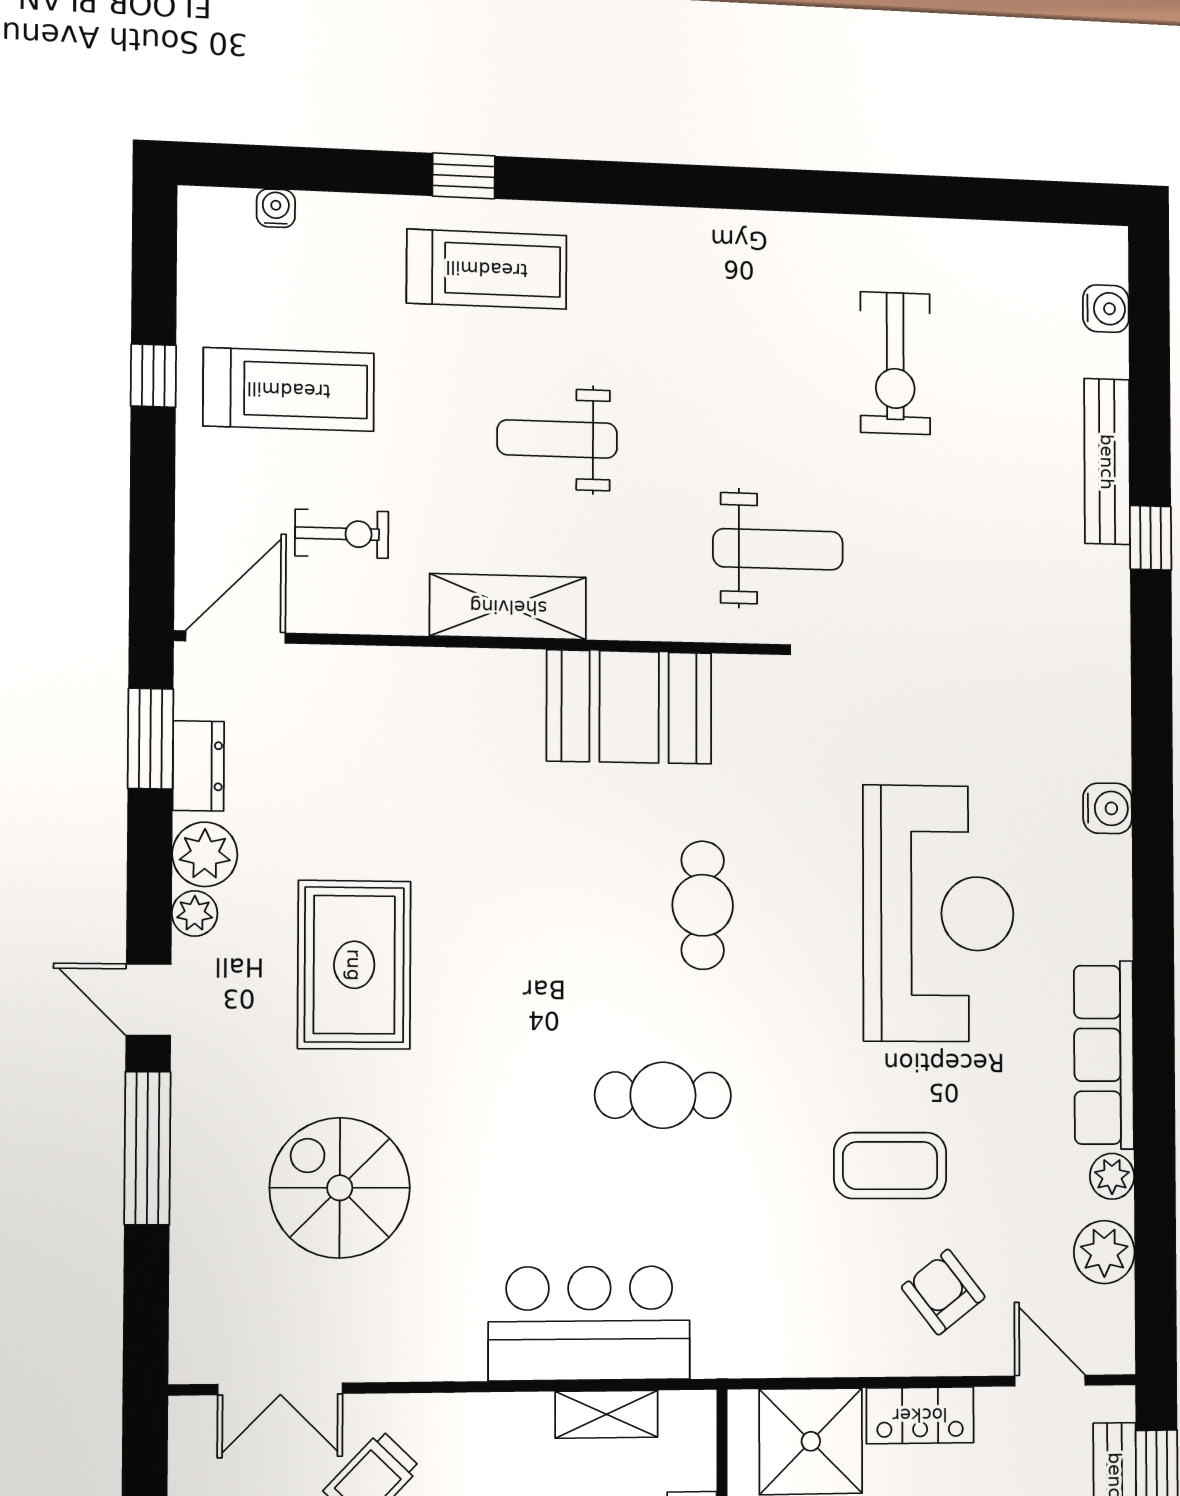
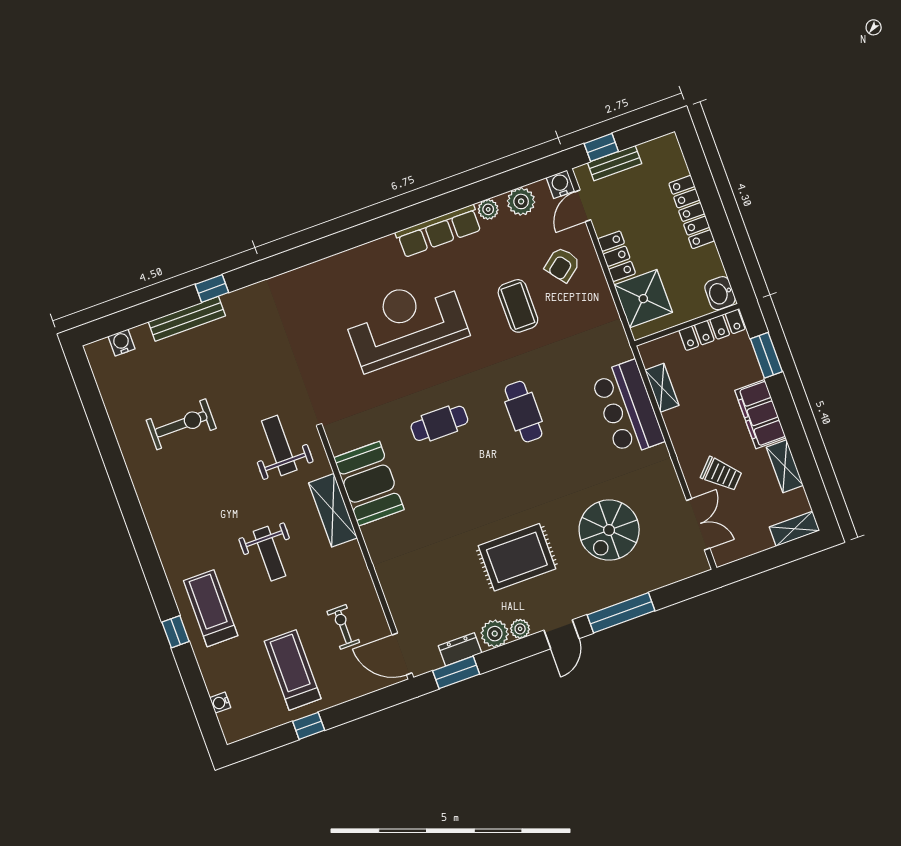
shelving: (508, 607) -> (333, 510), moved
water cooler: (1107, 808) -> (560, 184), moved

